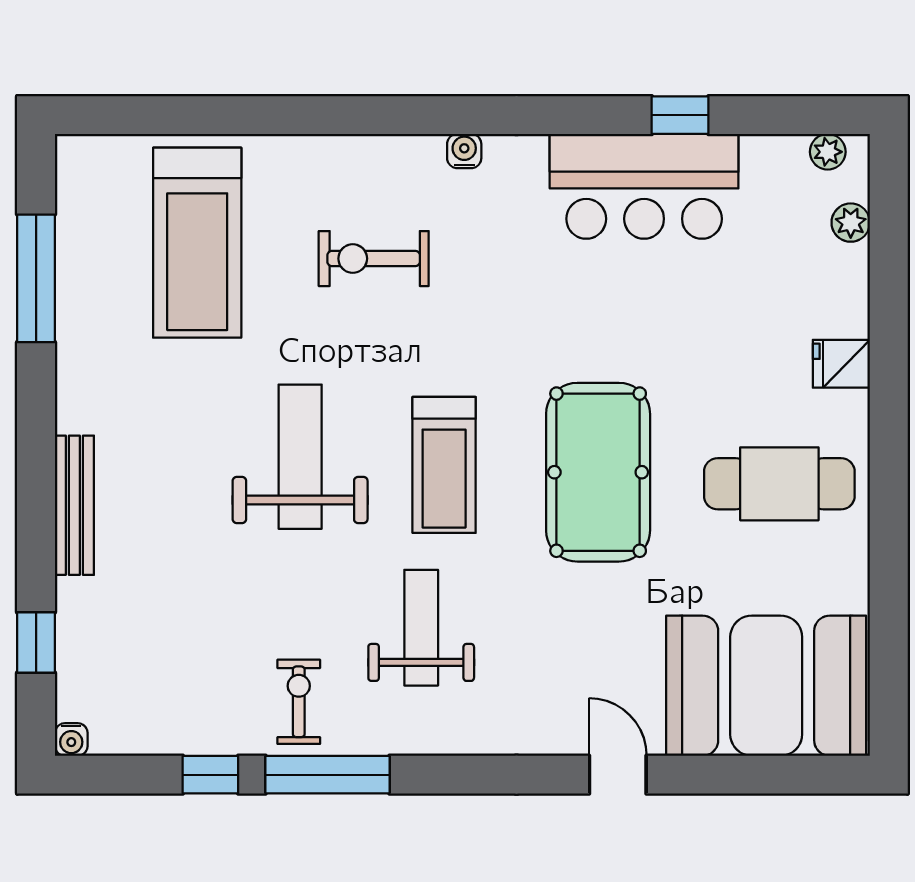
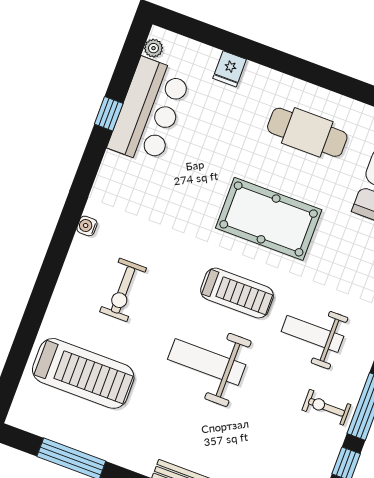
bar counter: (644, 186) -> (149, 111), moved
plant: (851, 223) -> (192, 50), removed
fridge: (841, 364) -> (230, 69), moved
cafe table: (779, 484) -> (307, 132), turned 90

